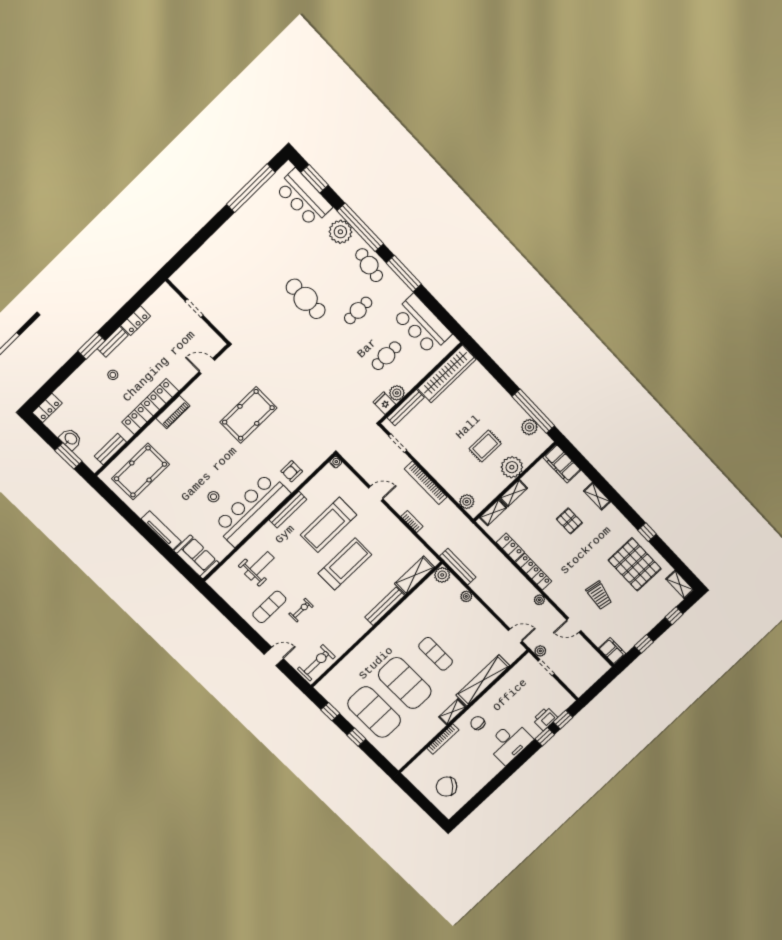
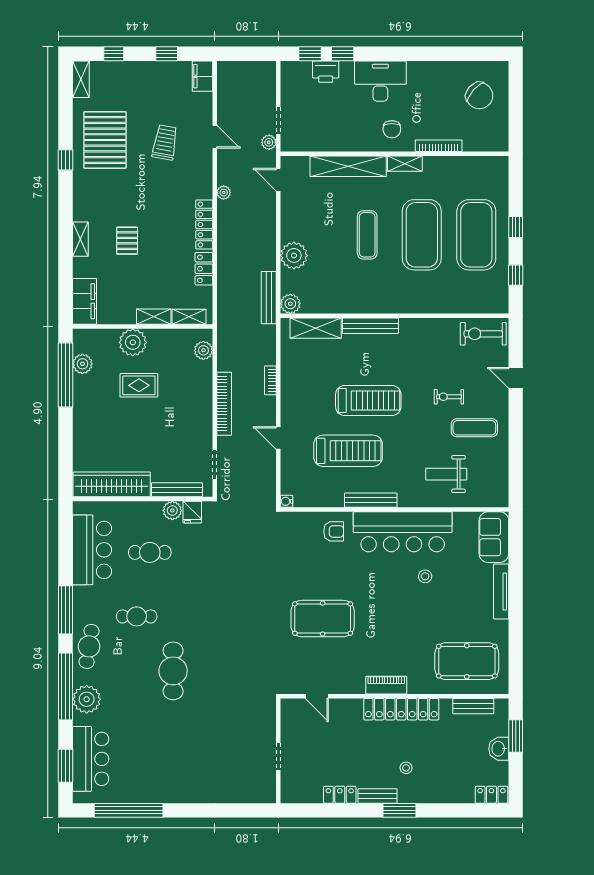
treadmill: (345, 564) -> (368, 401), turned 180
plant: (466, 596) -> (294, 255), width x1.87, depth x1.87

